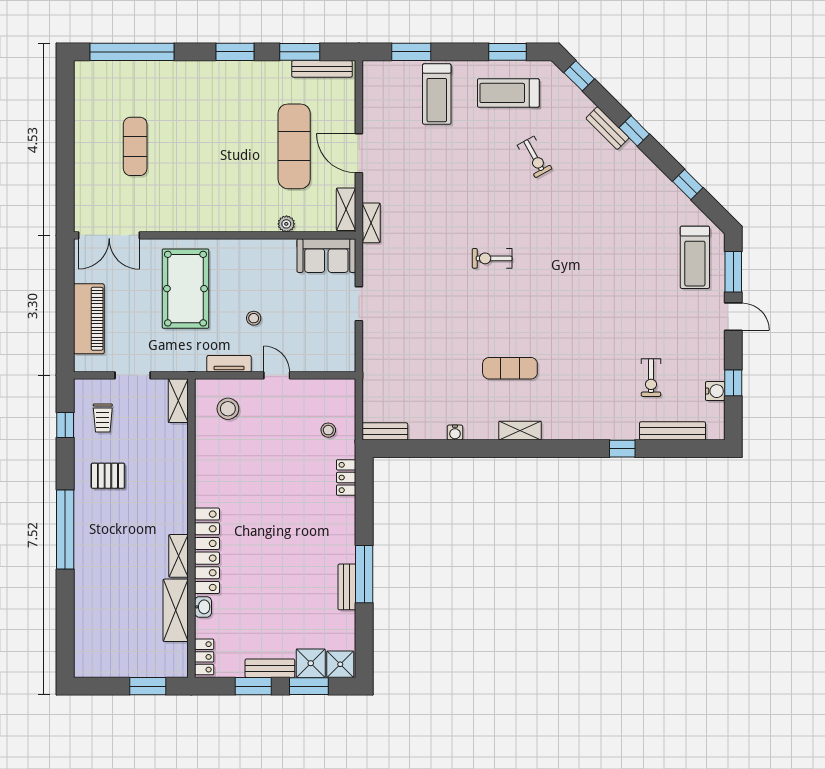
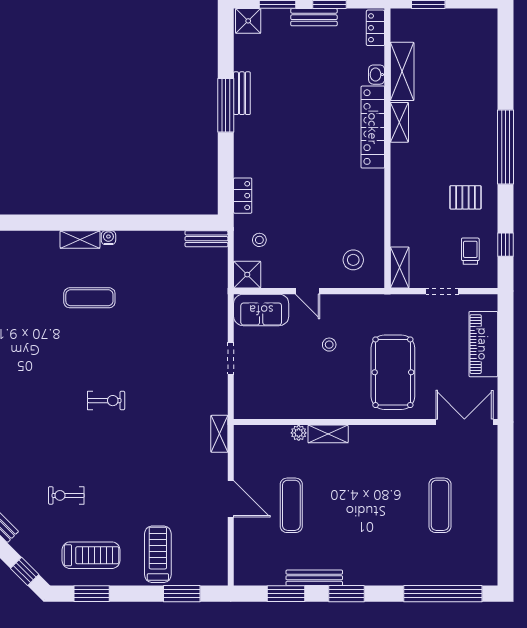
bench: (322, 69) -> (314, 578), moved
exercise mat: (294, 146) -> (291, 505), width x0.73, depth x0.69
exercise bike: (535, 157) -> (66, 495), turned -61
shelving: (346, 209) -> (328, 434), moved, turned 90
sofa: (326, 256) -> (261, 310), moved, turned 180
tv unit: (229, 364) -> (352, 302), removed
water cooler: (455, 433) -> (108, 238), moved
shower: (311, 663) -> (247, 275), moved

